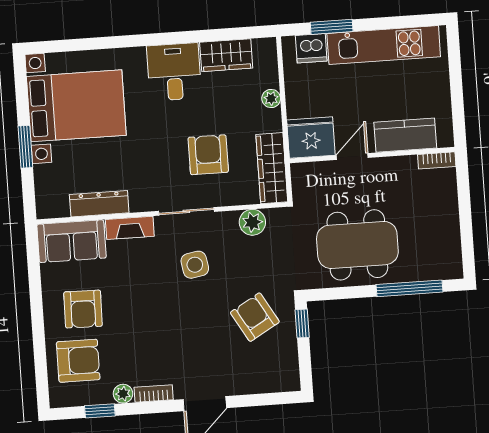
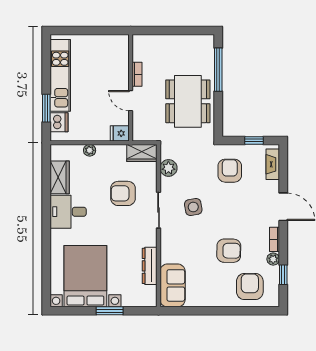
kitchen counter: (405, 135) -> (119, 66), removed
fridge: (311, 138) -> (120, 133), width x0.53, depth x0.75
bookcase: (437, 160) -> (137, 74), moved
wardrobe: (272, 168) -> (142, 153), width x0.67
fireplace: (130, 228) -> (273, 164), moved, turned 180
armchair: (83, 309) -> (229, 251), moved
armchair: (255, 317) -> (230, 171), turned 120
window: (302, 323) -> (254, 140), moved

